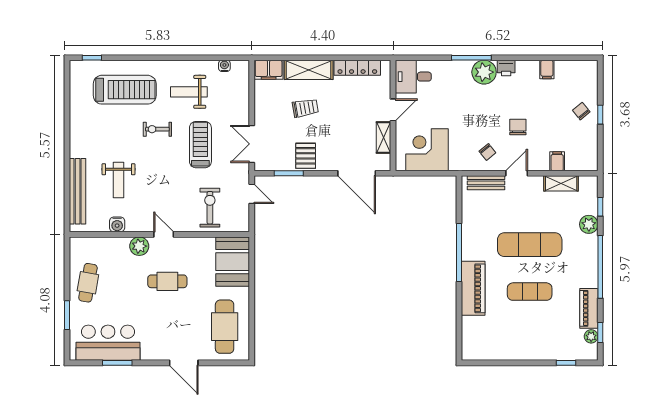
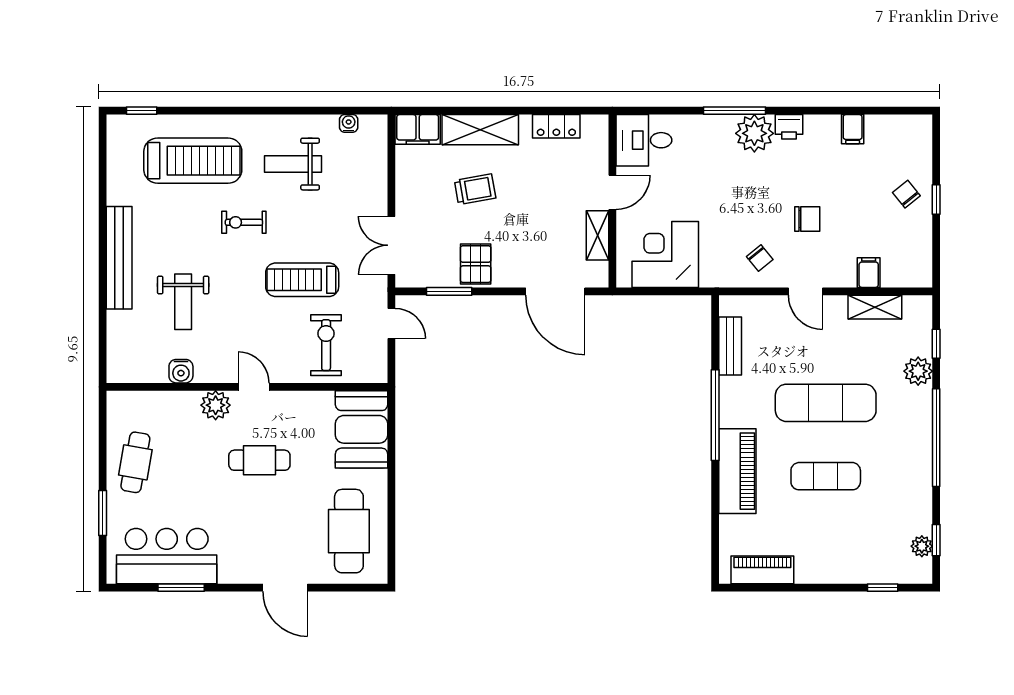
locker: (357, 68) -> (556, 126), width x0.66
chair: (518, 127) -> (807, 219), turned 90
treadmill: (200, 145) -> (302, 280), moved, turned -90
door: (517, 173) -> (805, 291), swing flipped
bench: (486, 183) -> (730, 346), moved, turned 90
bench: (78, 191) -> (119, 258), moved
piano: (589, 308) -> (762, 570), moved, turned 90

